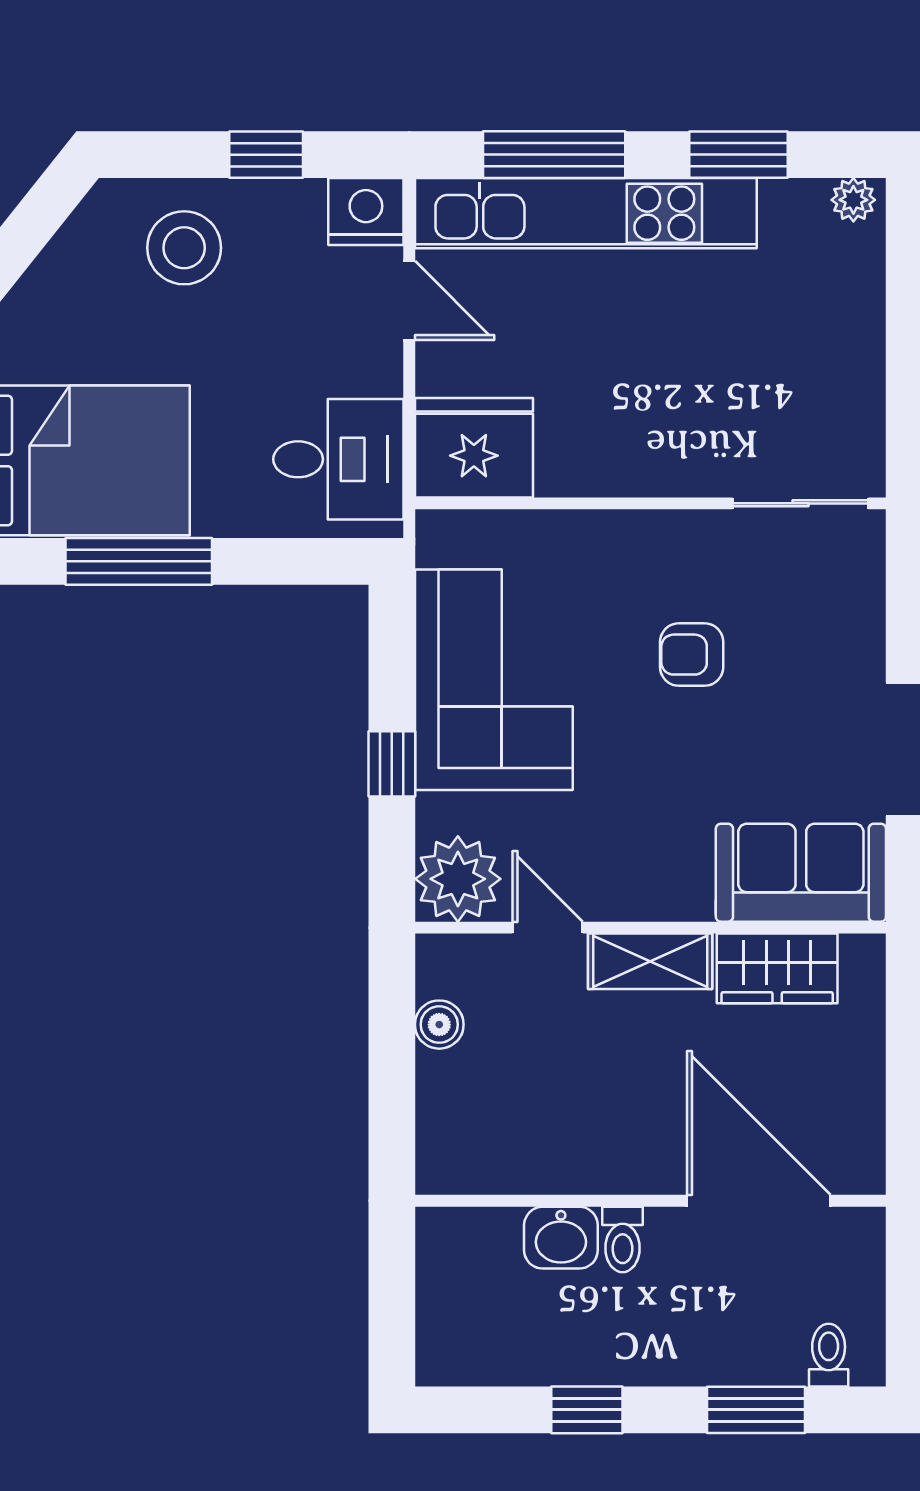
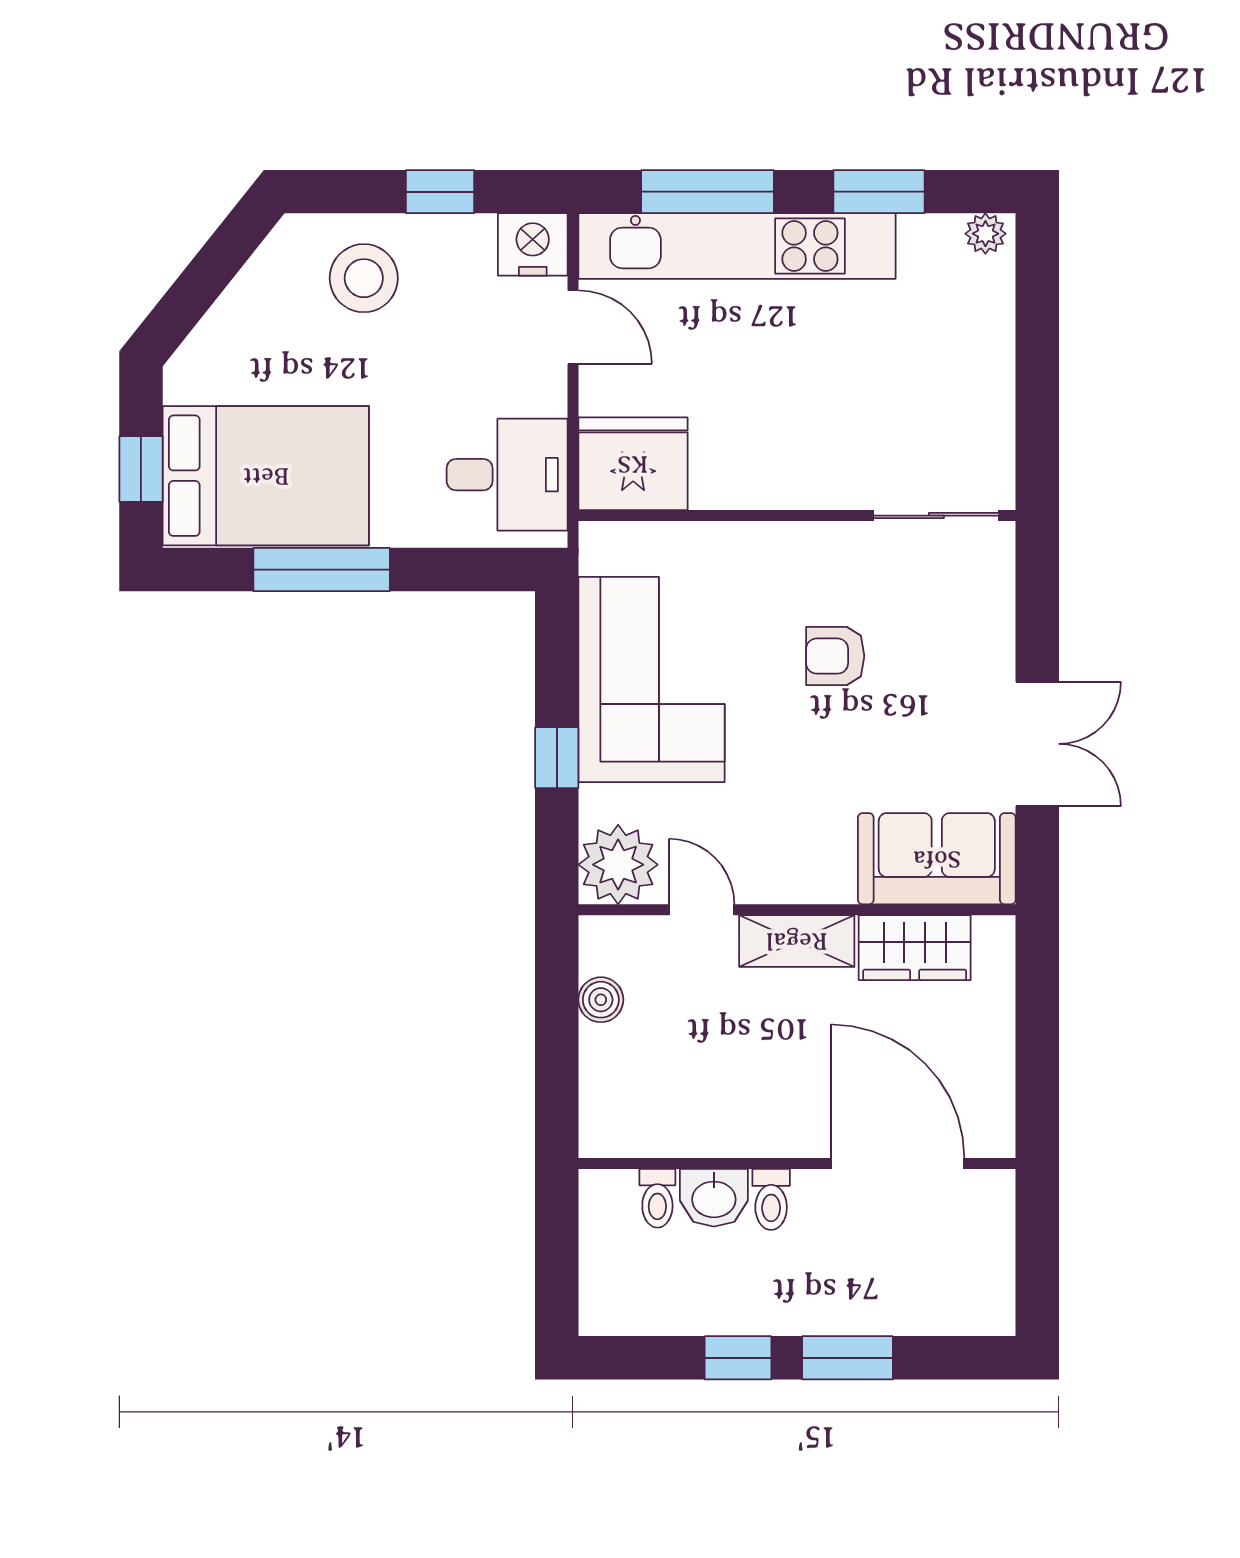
toilet: (829, 1355) -> (657, 1198), moved, turned 180
window: (756, 1410) -> (848, 1358), moved

